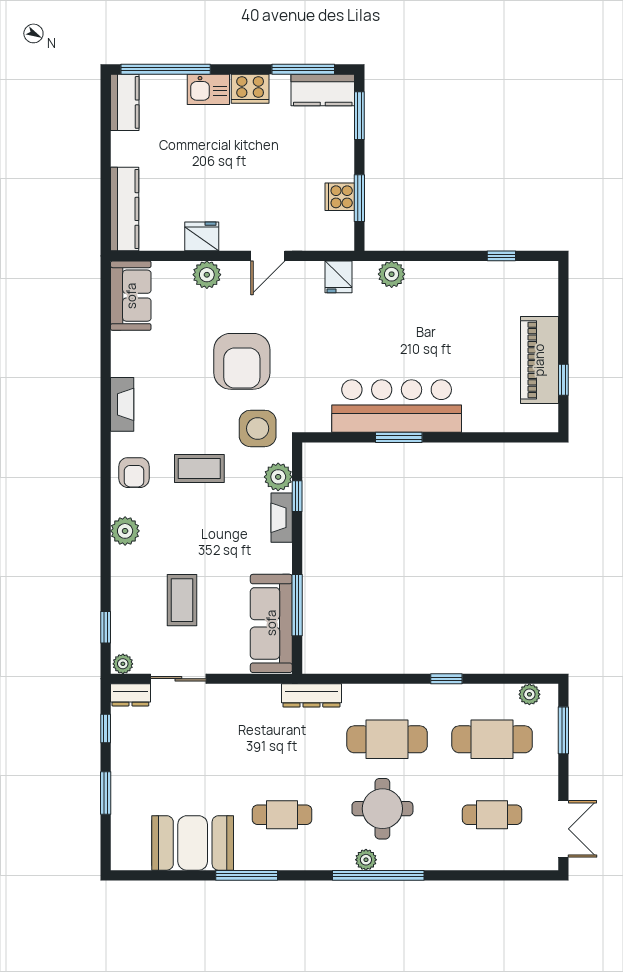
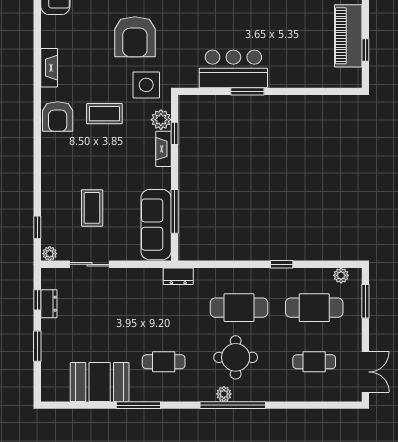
bar counter: (397, 406) -> (233, 69), width x0.73
armchair: (134, 473) -> (58, 117), width x1.38, depth x1.38
plant: (125, 531) -> (51, 158), removed
dresser: (130, 695) -> (49, 304), moved, turned -90
dresser: (311, 695) -> (178, 276), width x0.70

